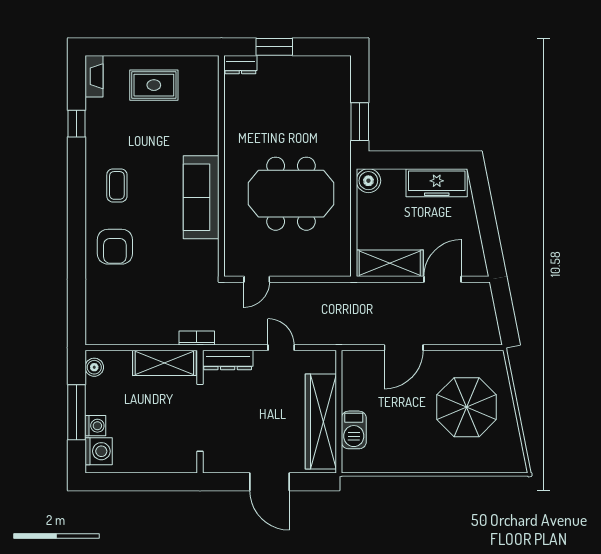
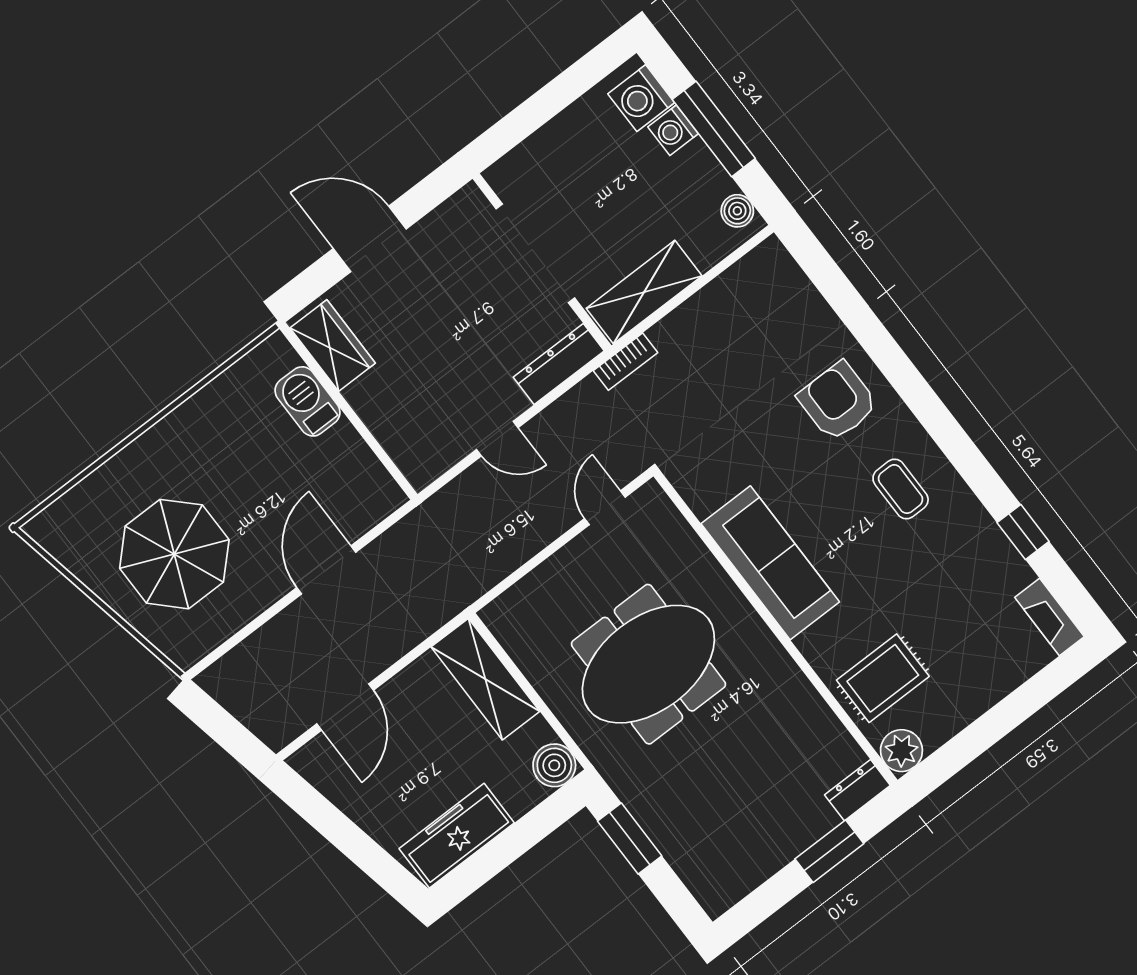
plant: (207, 67) -> (901, 751), added
rug: (154, 85) -> (883, 678), moved
shelving: (390, 263) -> (485, 679), moved, turned 90
wardrobe: (321, 421) -> (333, 345), width x0.48, depth x0.85

